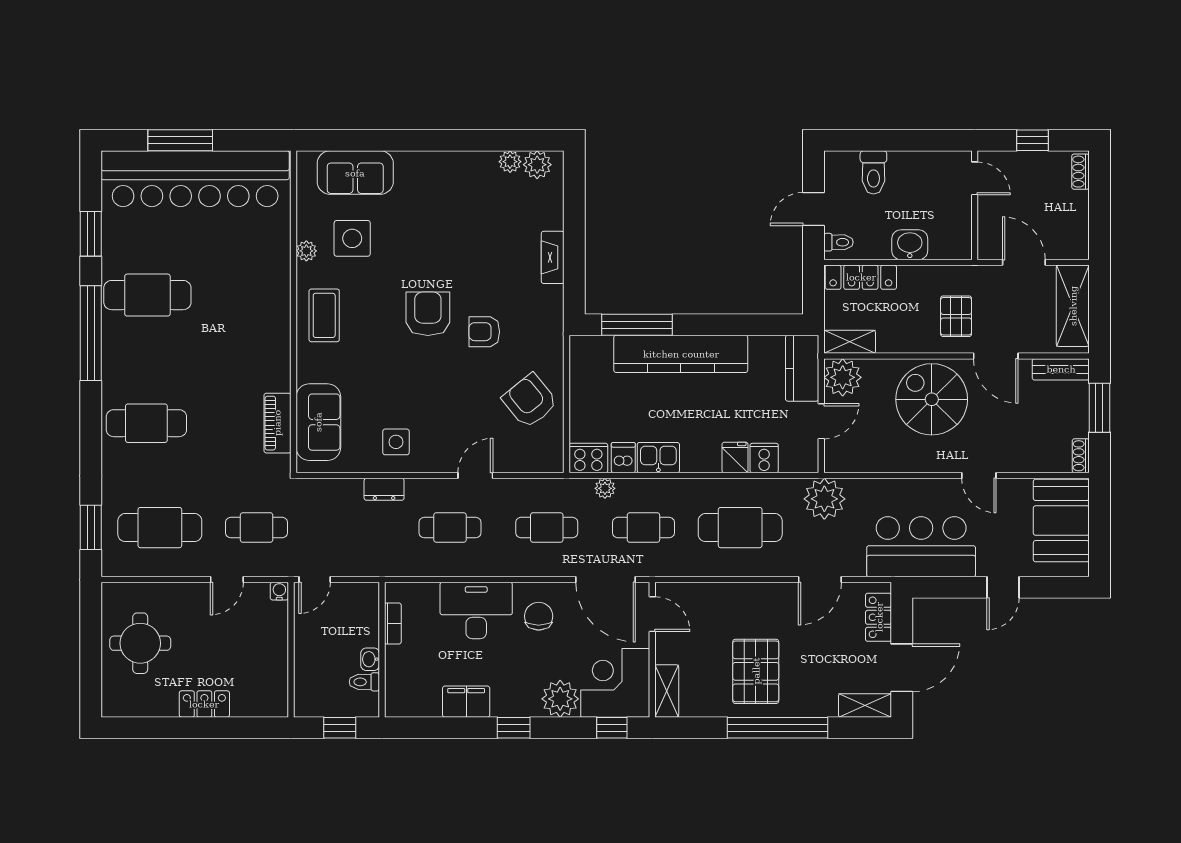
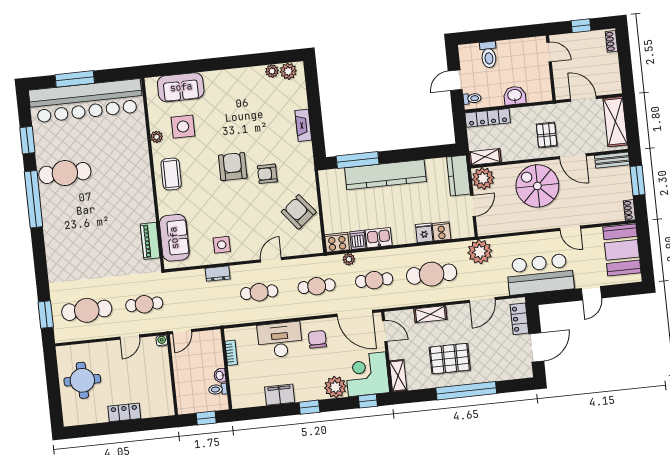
cafe table: (146, 423) -> (72, 249), removed
pallet: (756, 671) -> (450, 359), turned 90
shelving: (865, 705) -> (430, 314), moved

